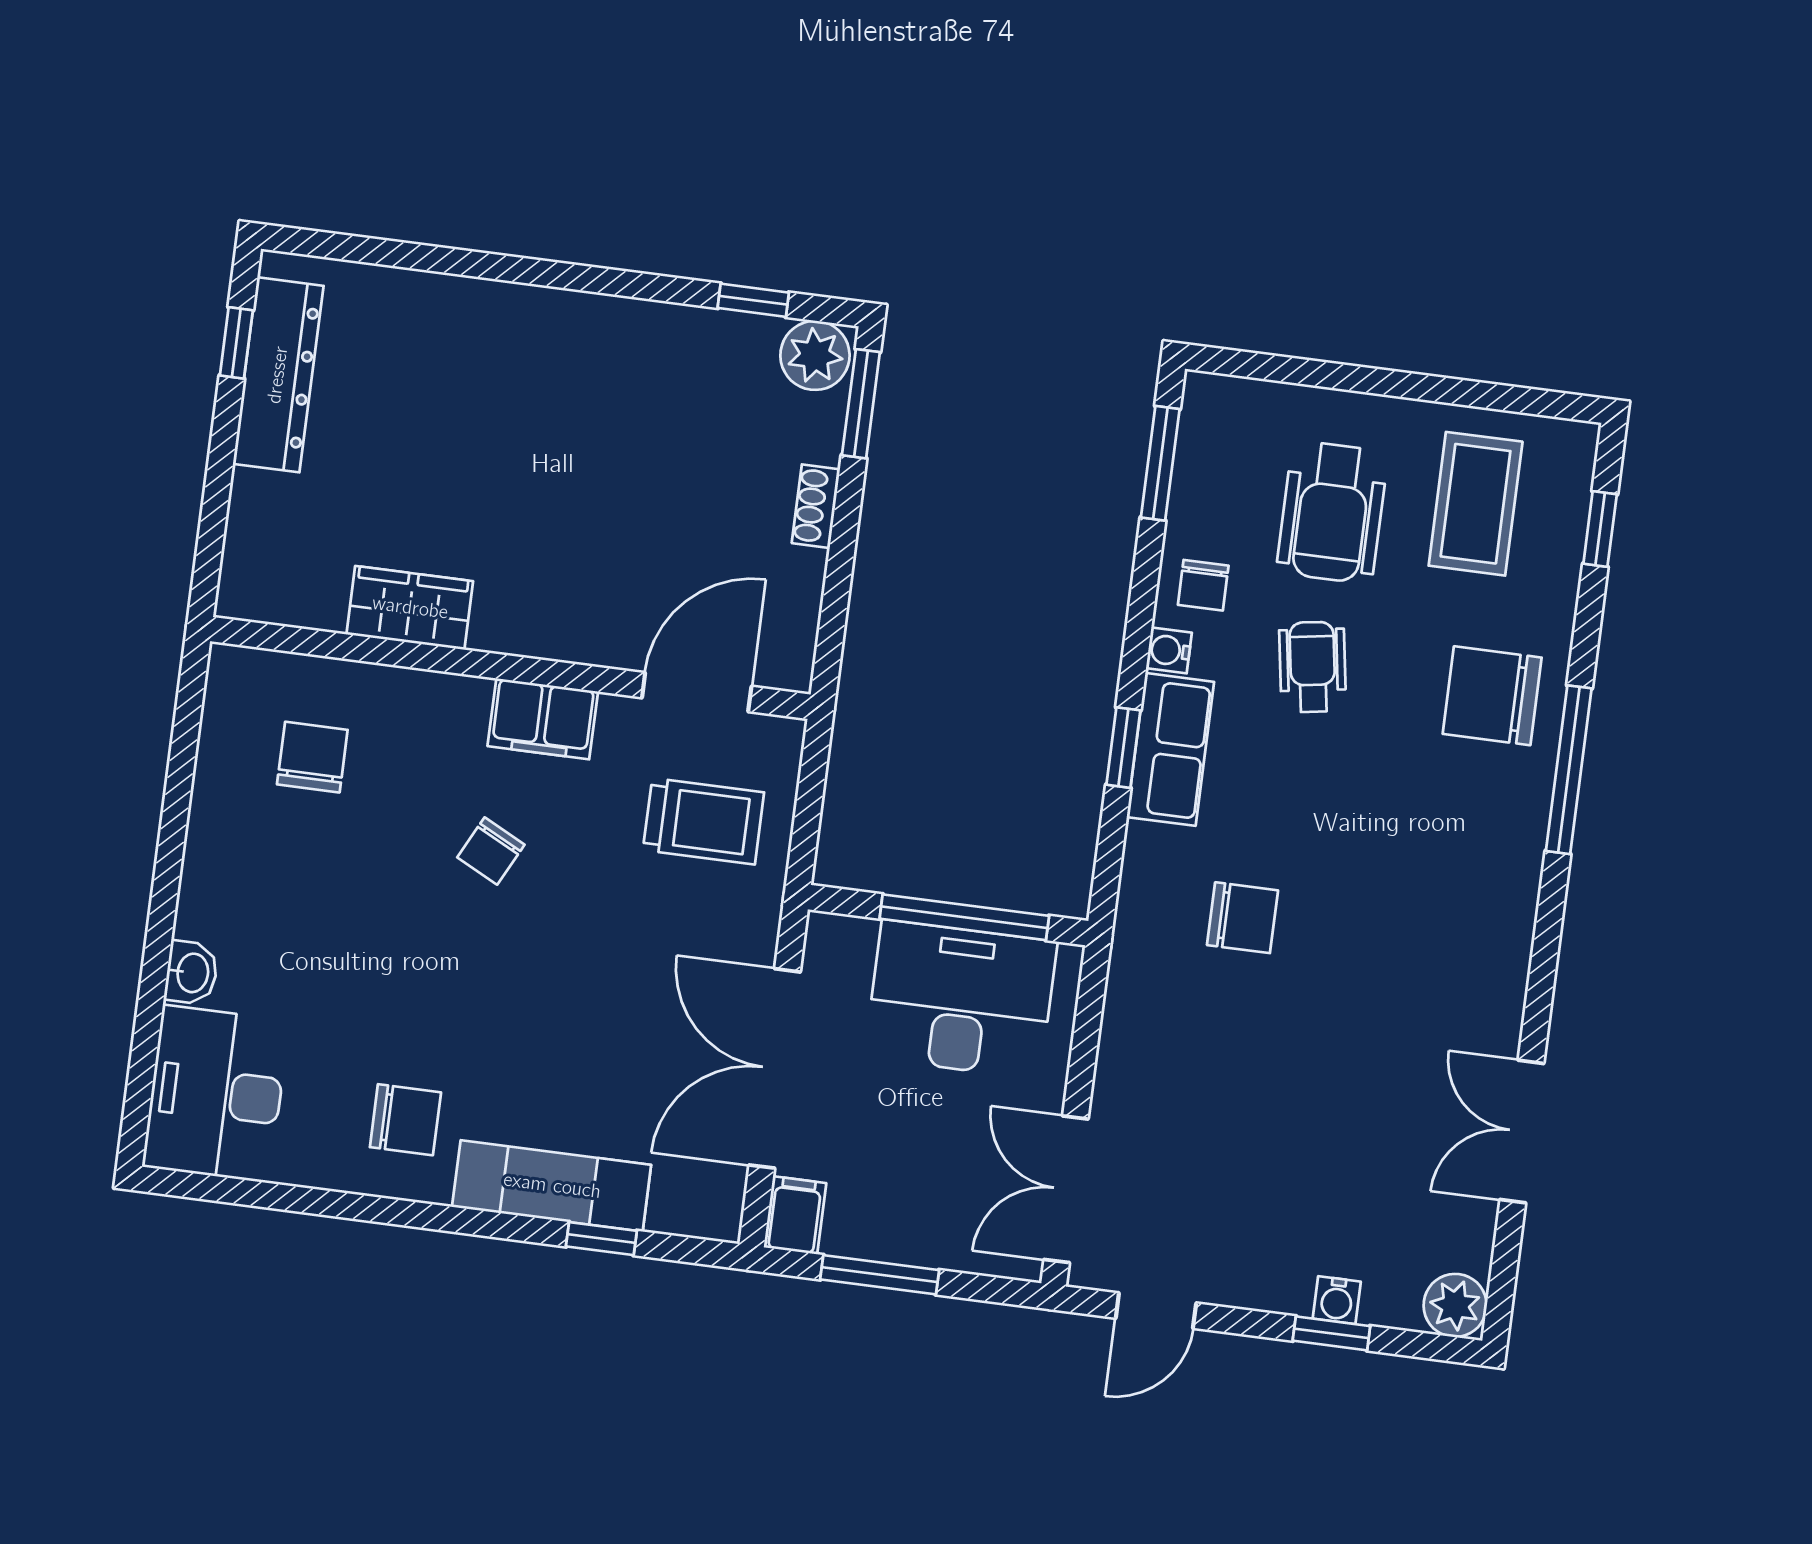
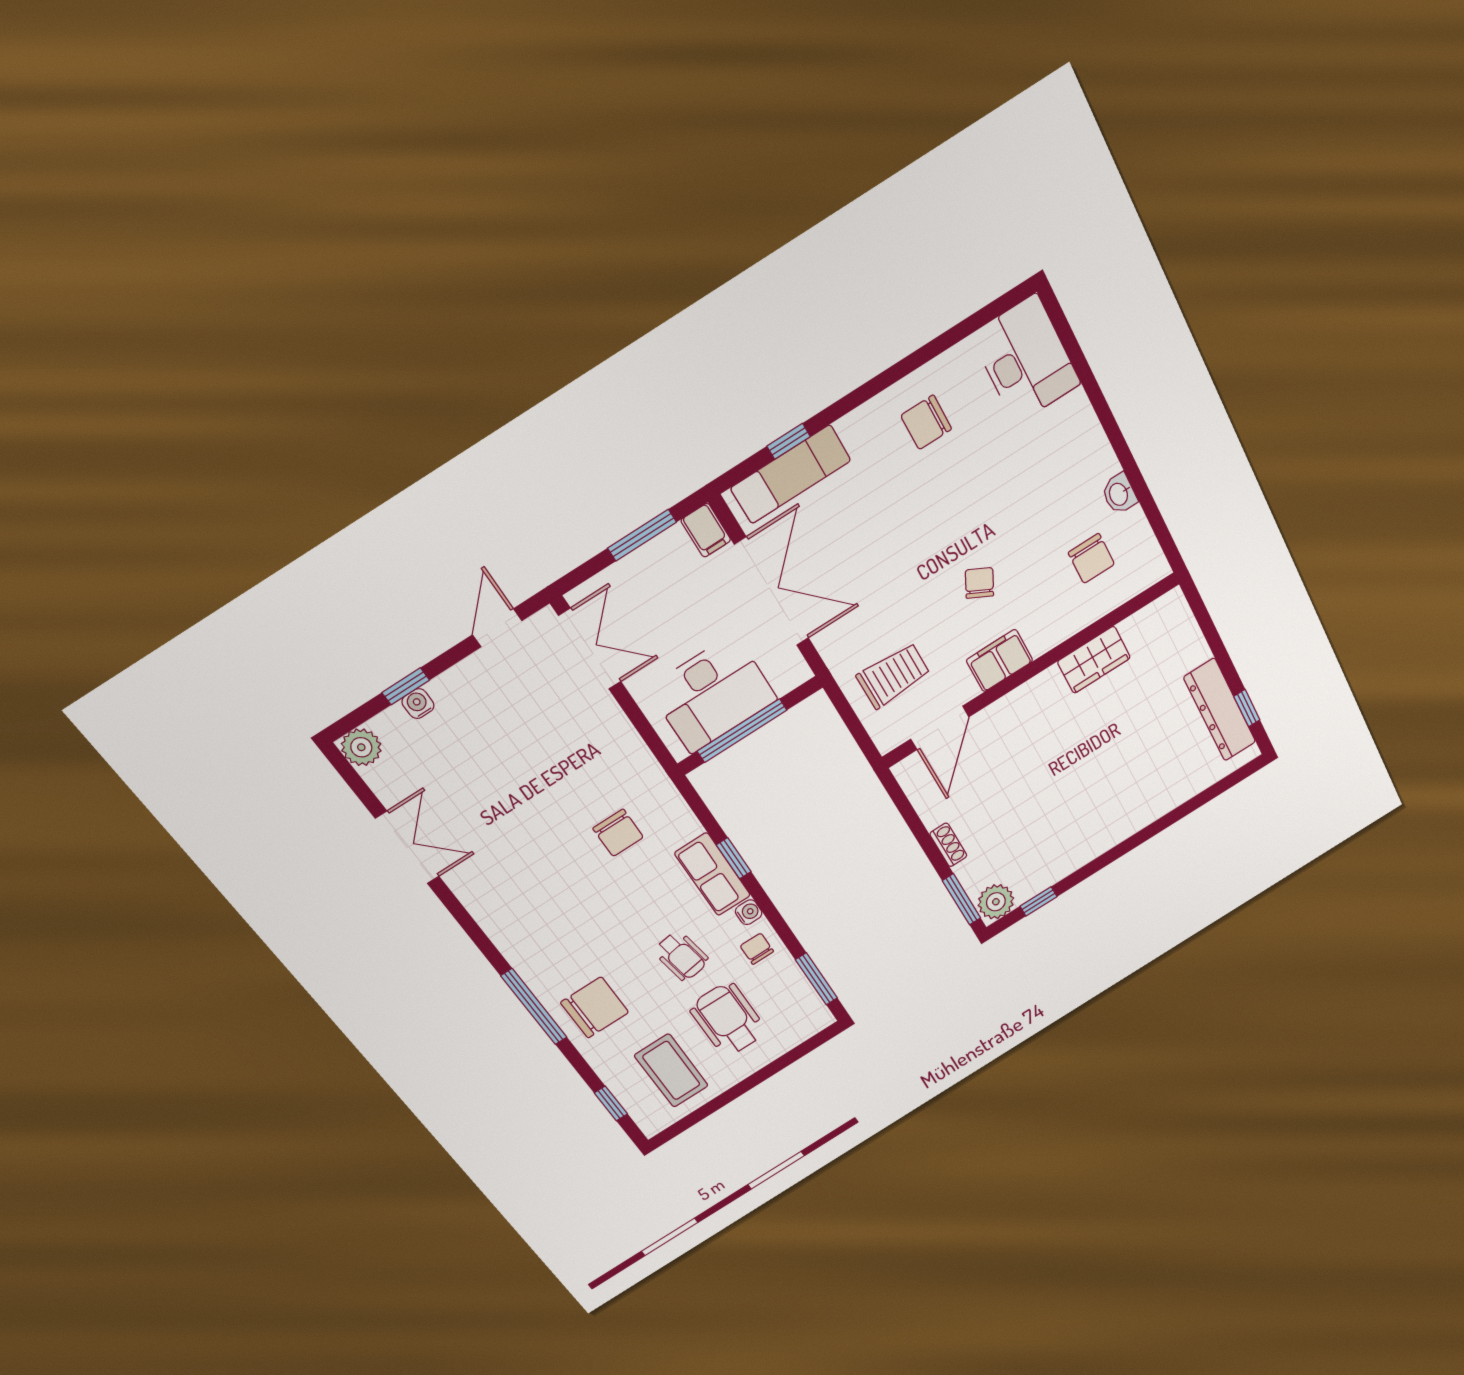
trolley: (703, 821) -> (893, 675), turned 180
chair: (1243, 918) -> (618, 833), turned -90
washbasin: (191, 973) -> (1119, 494), moved
exam couch: (552, 1186) -> (791, 474), moved

